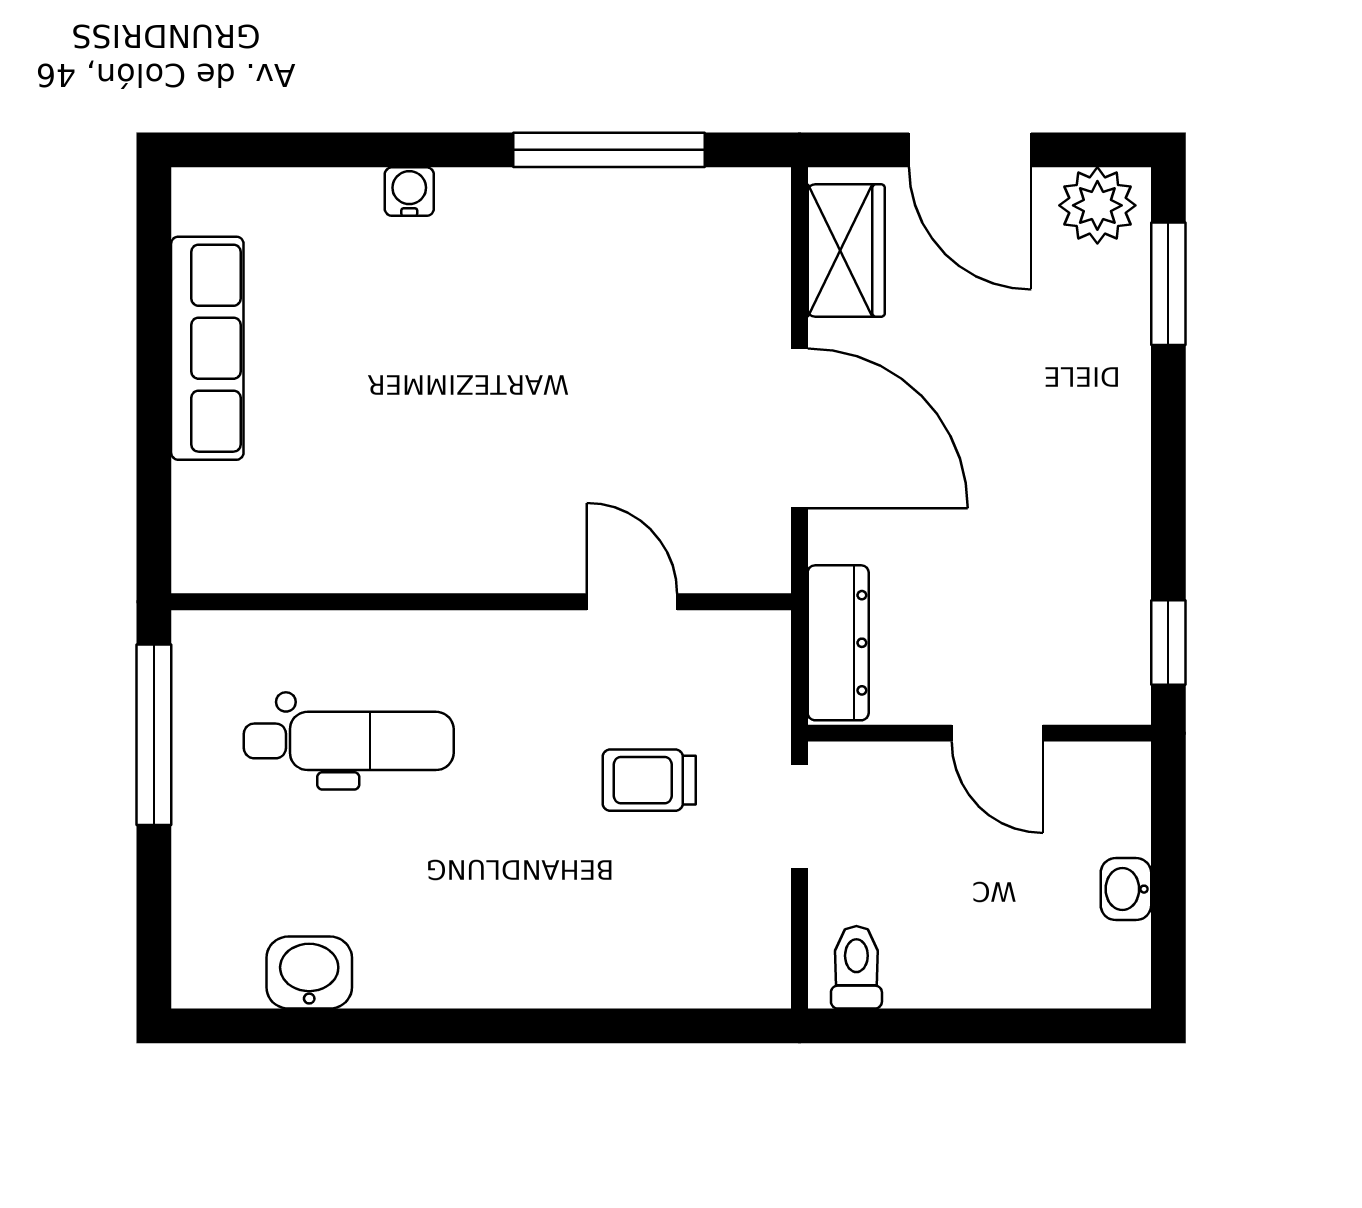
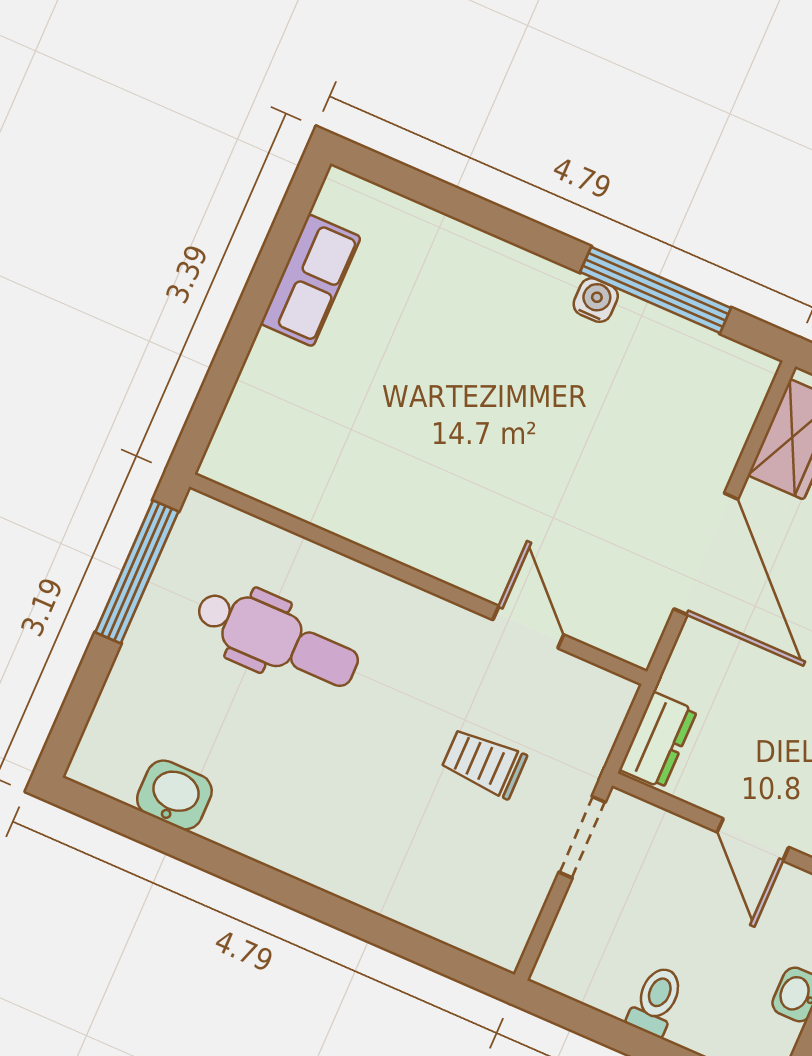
water cooler: (409, 192) -> (596, 300), moved
row of seats: (207, 348) -> (311, 280), width x0.68
dresser: (838, 643) -> (658, 740), width x0.70
toilet: (856, 967) -> (656, 1001), moved

